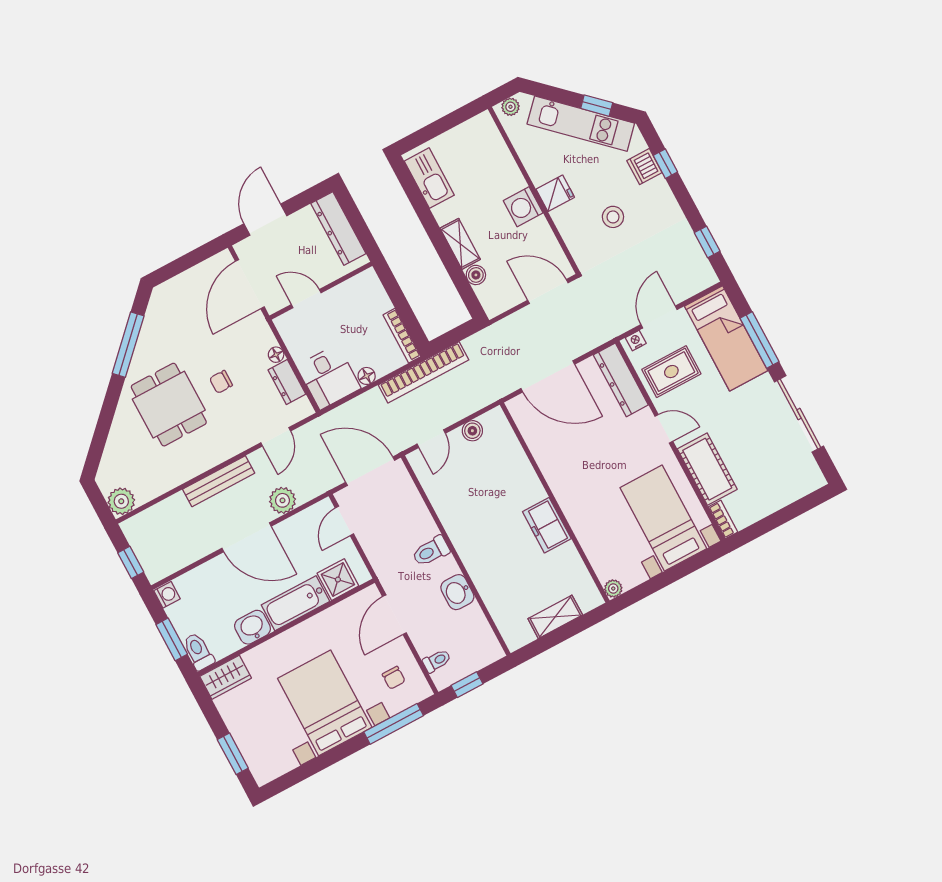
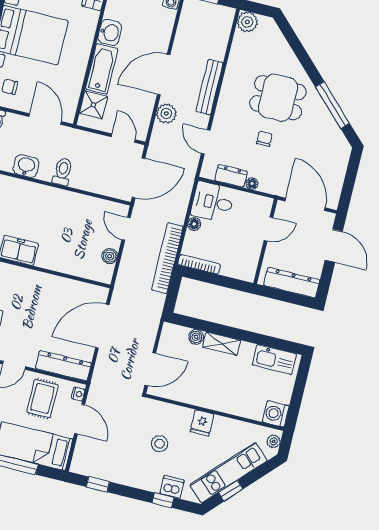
washing machine: (523, 207) -> (276, 414), moved, turned -90

